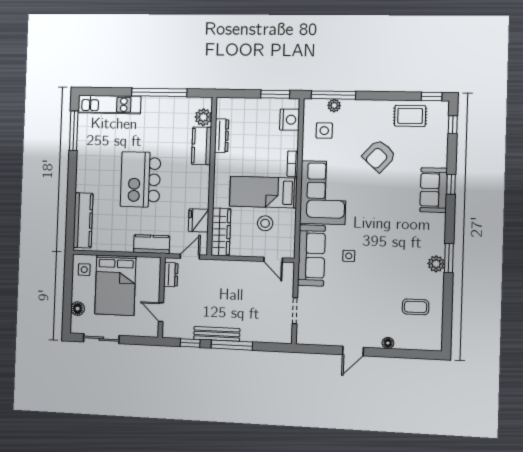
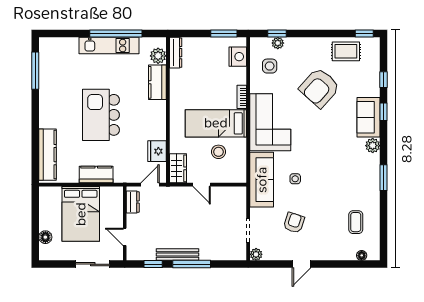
window: (334, 95) -> (277, 34), width x0.46
kitchen unit: (109, 105) -> (109, 46), moved
window: (453, 125) -> (384, 80), moved
dresser: (222, 136) -> (176, 53), moved
armchair: (379, 156) -> (319, 88), width x1.36, depth x1.36
wardrobe: (221, 232) -> (178, 168), width x0.67
kitchen counter: (152, 244) -> (96, 175), moved
door: (273, 260) -> (202, 185), moved
plant: (436, 264) -> (373, 146), moved
side table: (84, 270) -> (50, 200), removed
armchair: (346, 305) -> (294, 223), added
coffee table: (416, 307) -> (356, 222), turned 90
plant: (303, 338) -> (256, 254), added
sliding door: (101, 339) -> (93, 264), moved
floor lamp: (388, 343) -> (362, 255), moved

